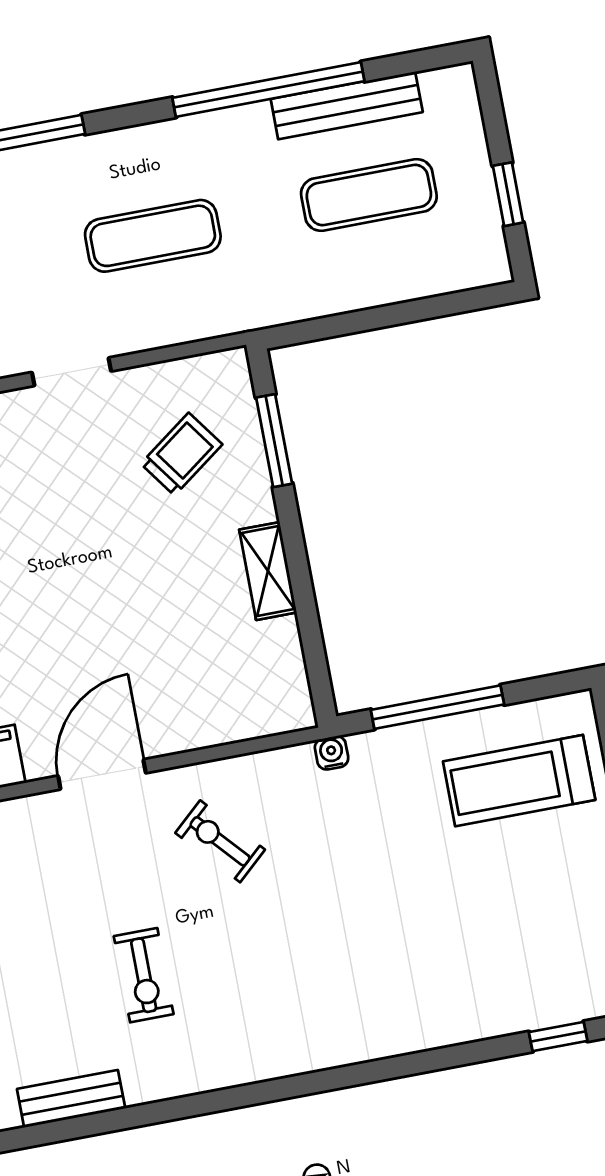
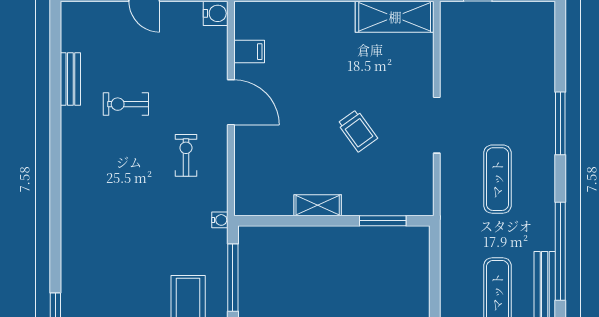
doorway: (71, 372) -> (437, 125), width x1.38
trolley: (181, 454) -> (357, 131), moved
exercise bike: (220, 841) -> (186, 155), turned -48
bench: (71, 1099) -> (70, 79), moved

